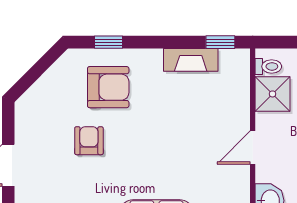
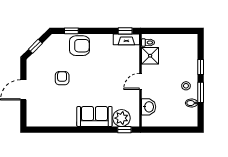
fireplace: (191, 60) -> (126, 39), moved
window: (33, 74) -> (35, 46), added
armchair: (108, 87) -> (80, 46), moved

